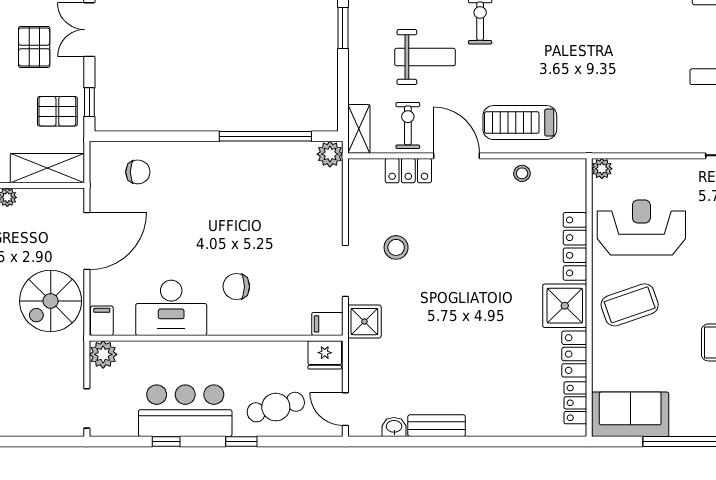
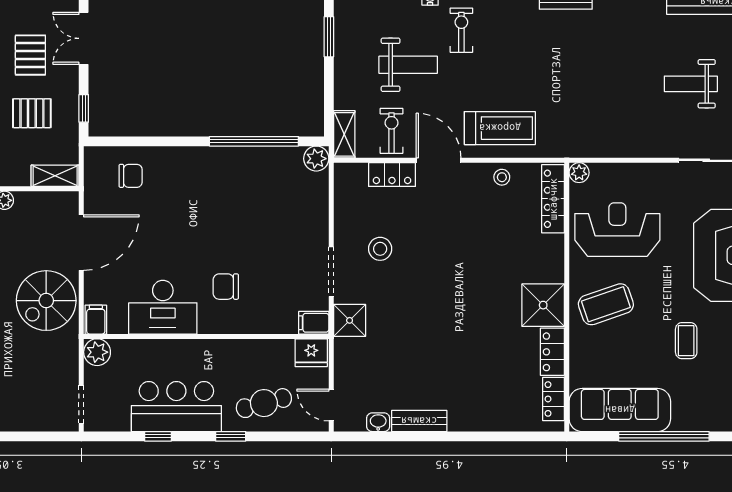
pallet: (57, 111) -> (32, 113), moved
treadmill: (520, 123) -> (500, 128), turned 180
shelving: (47, 168) -> (55, 176), width x0.67, depth x0.75
locker: (575, 246) -> (553, 199), moved
sofa: (630, 414) -> (620, 410), width x1.36

